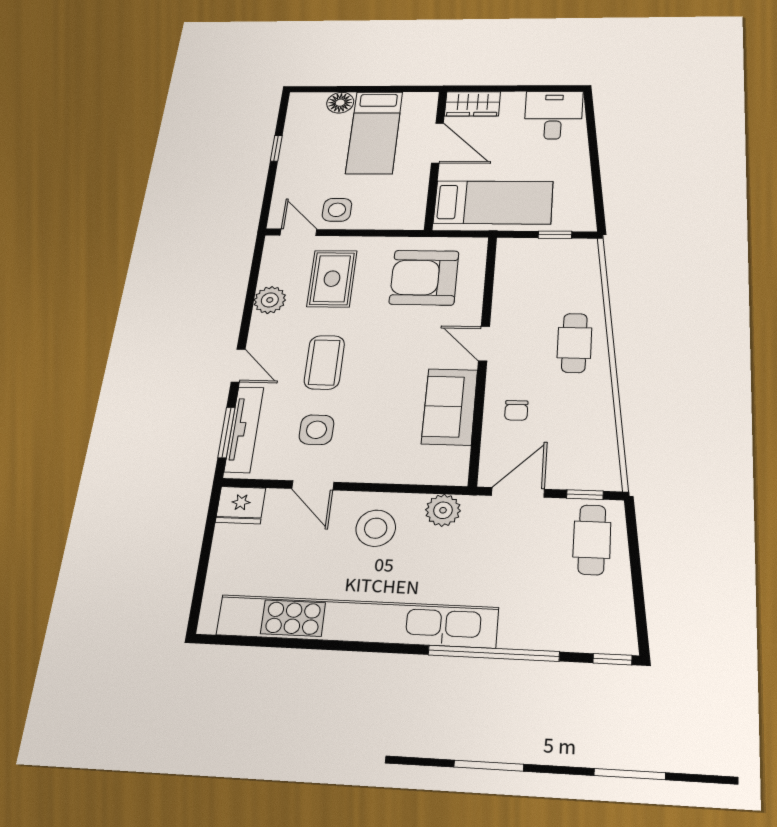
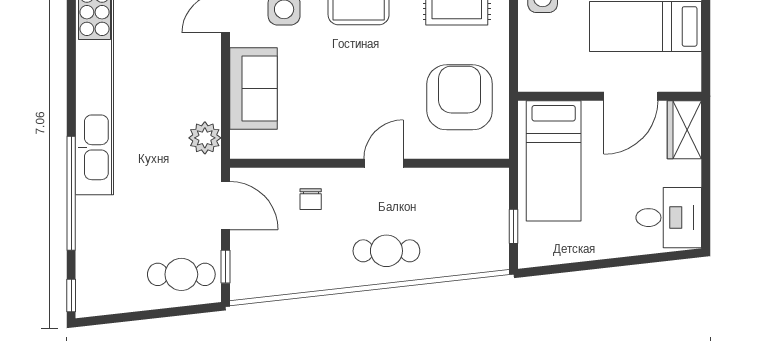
sofa: (450, 407) -> (253, 88), moved, turned 90
chair: (516, 410) -> (311, 199), turned -90
stool: (376, 528) -> (184, 77), removed

